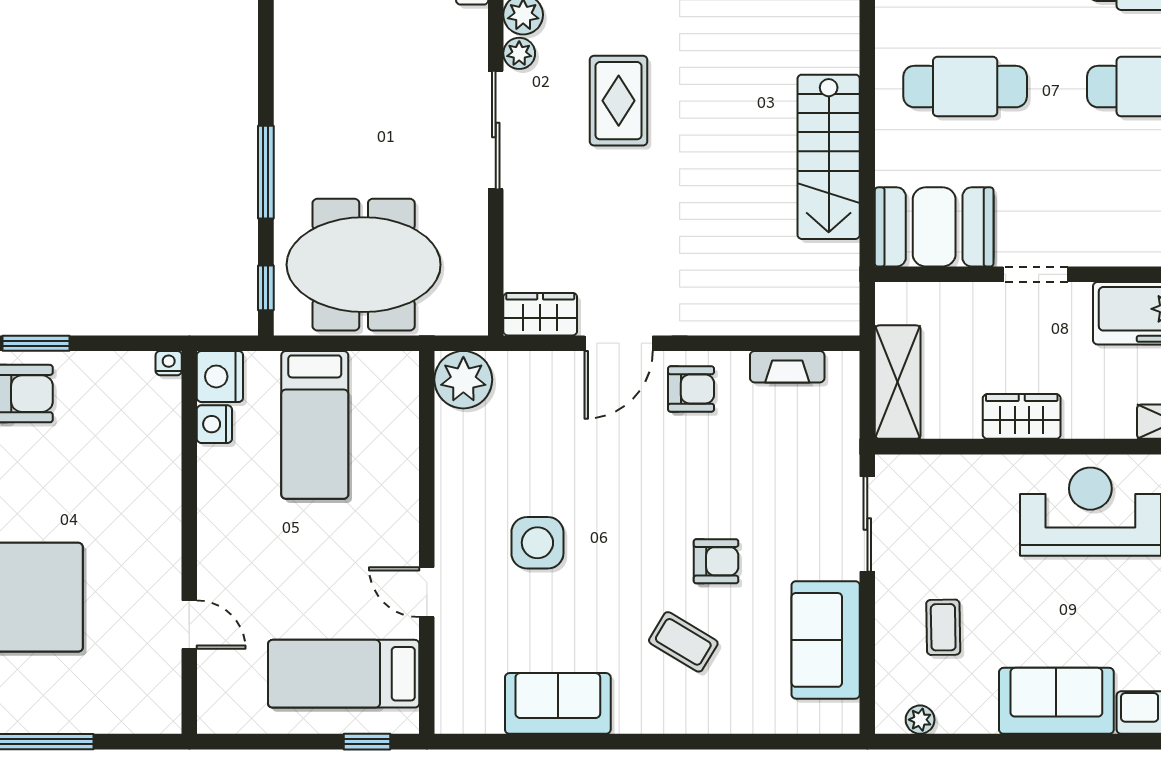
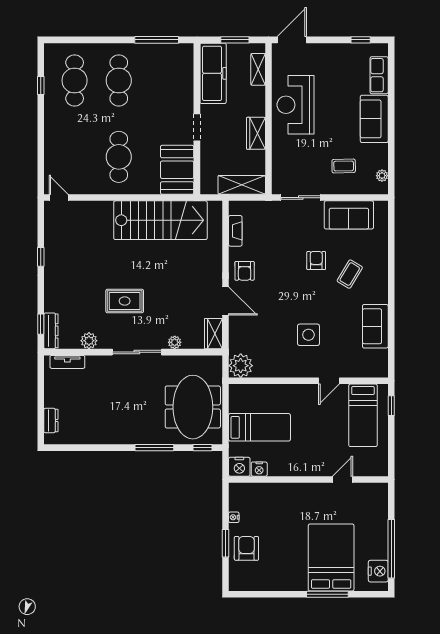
plant: (519, 53) -> (175, 342), moved
stairs: (829, 157) -> (160, 220), width x1.36, depth x1.51
nightstand: (169, 363) -> (234, 517), moved
armchair: (691, 389) -> (245, 271), turned 180

